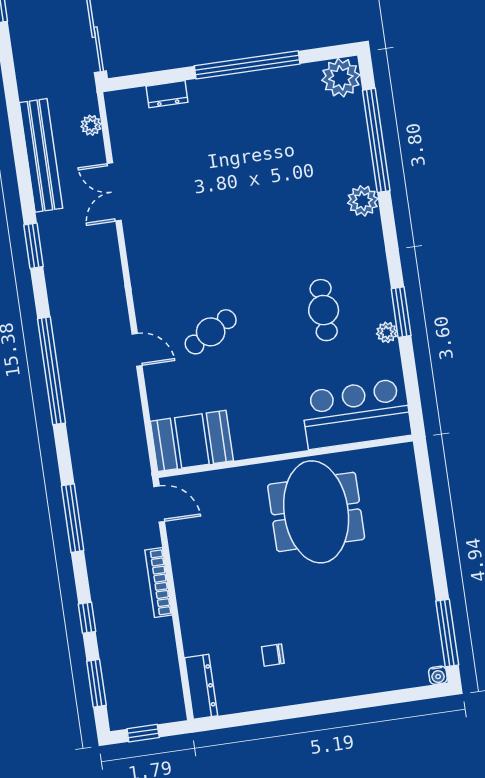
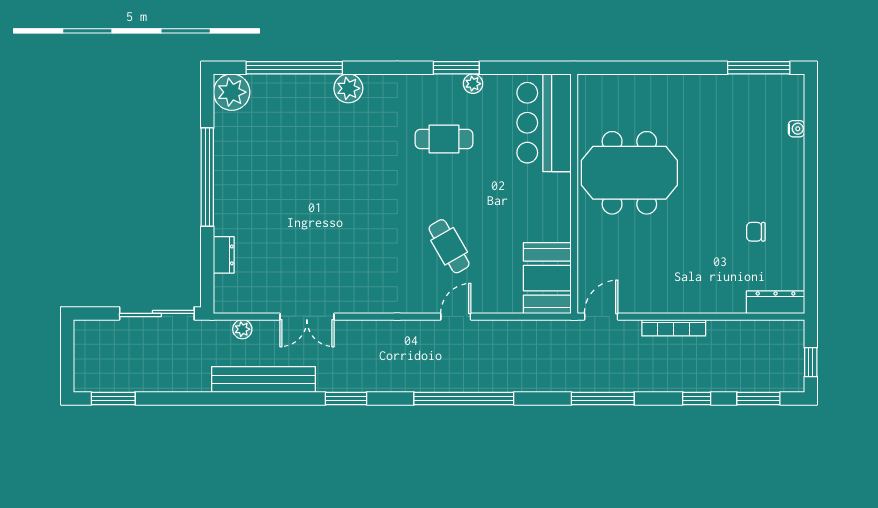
chair: (273, 655) -> (756, 232), turned 90
water cooler: (438, 675) -> (796, 129), moved

